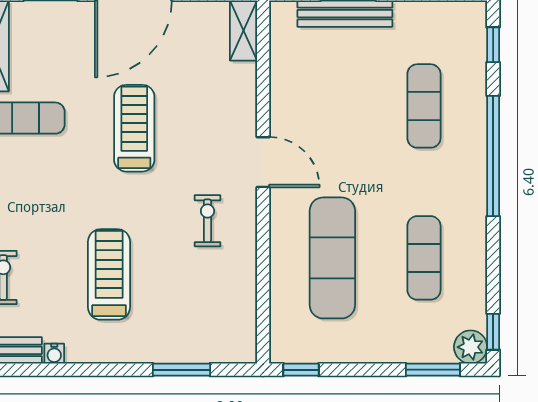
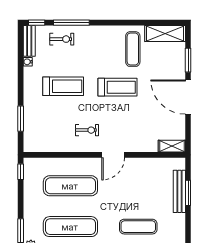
treadmill: (134, 128) -> (117, 87), moved
exercise mat: (424, 258) -> (70, 227), width x1.36, depth x1.45

